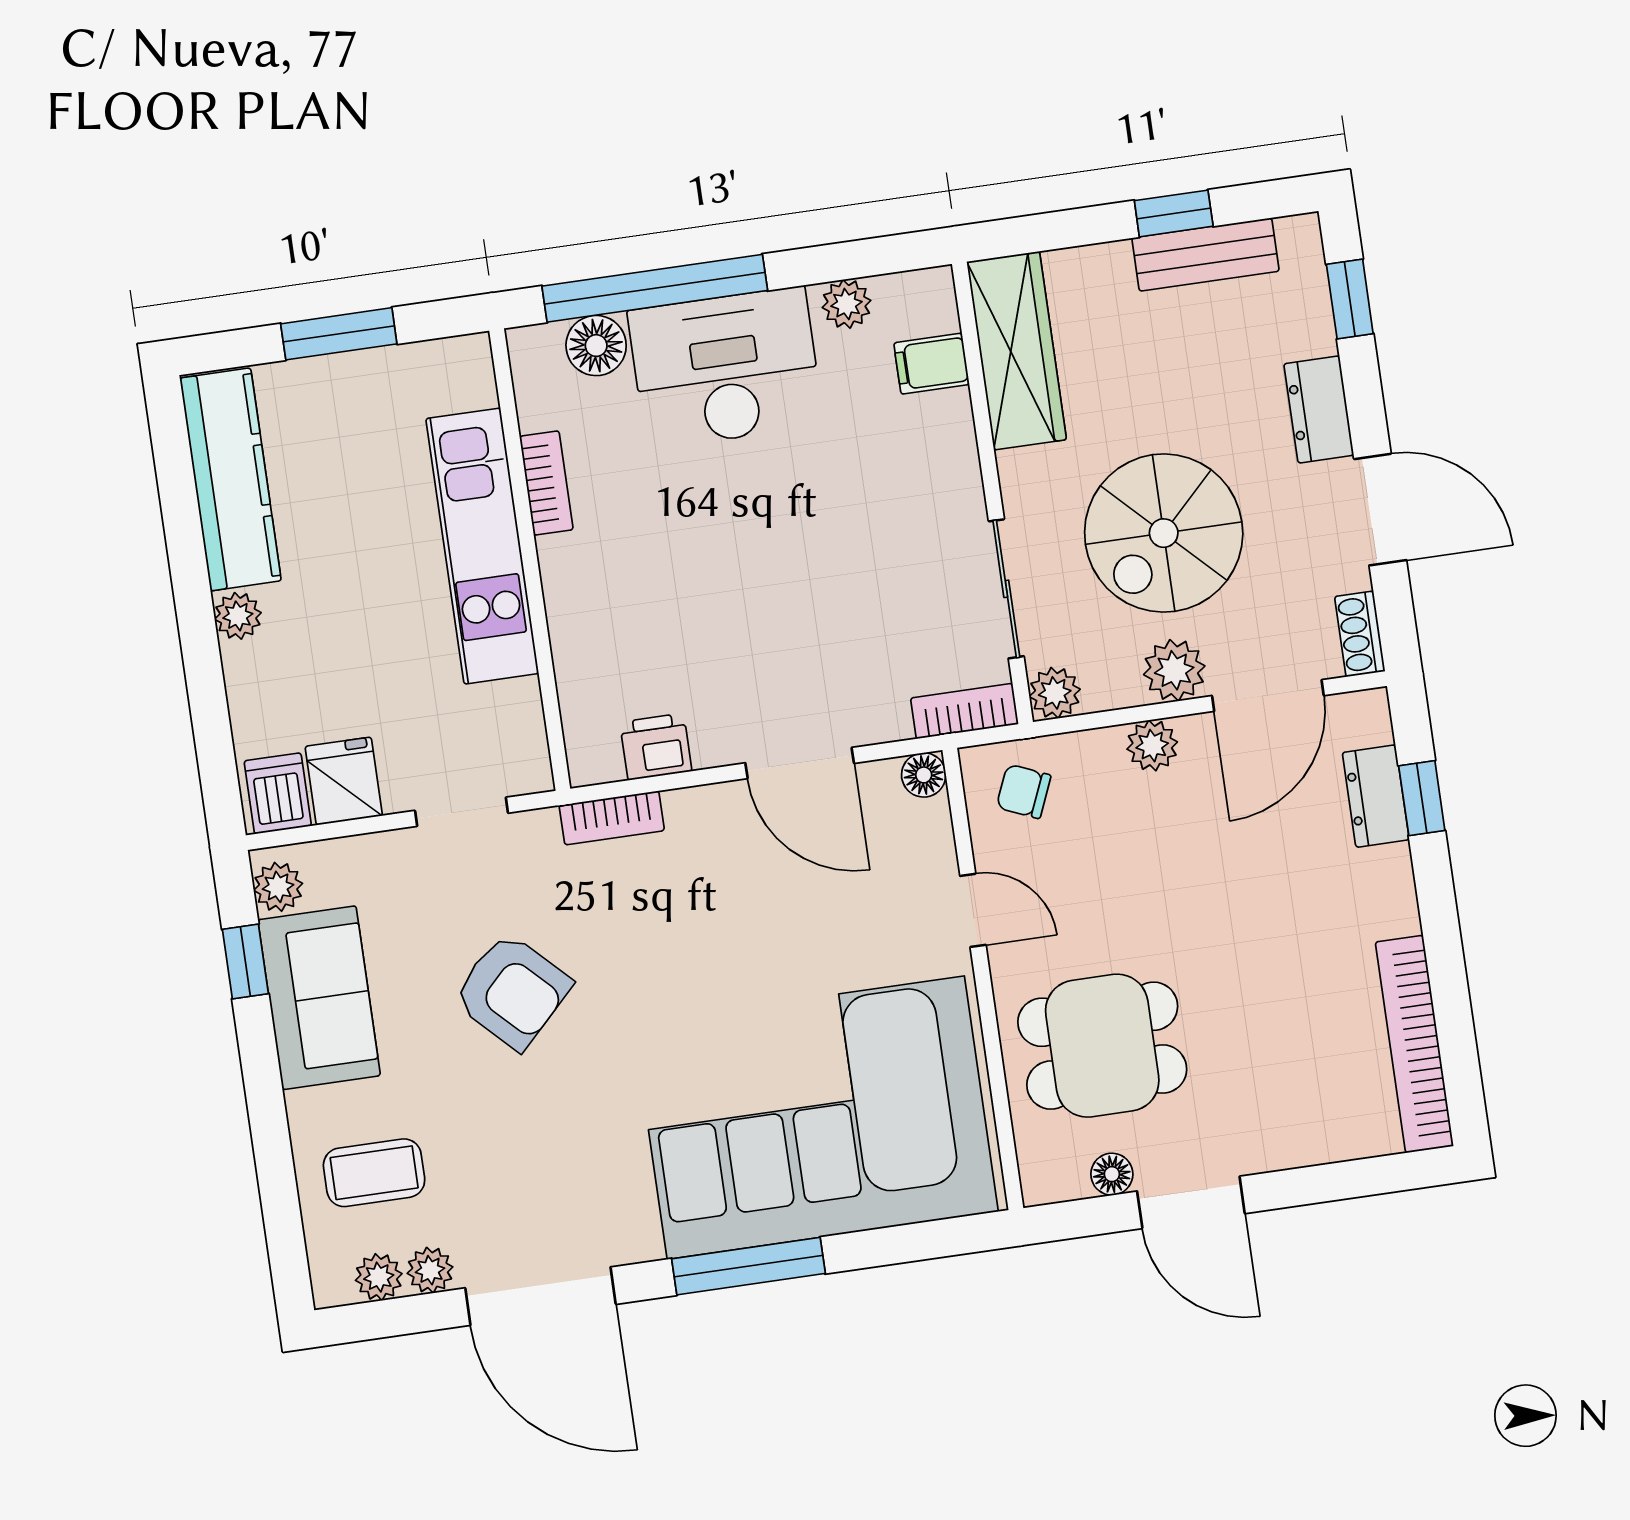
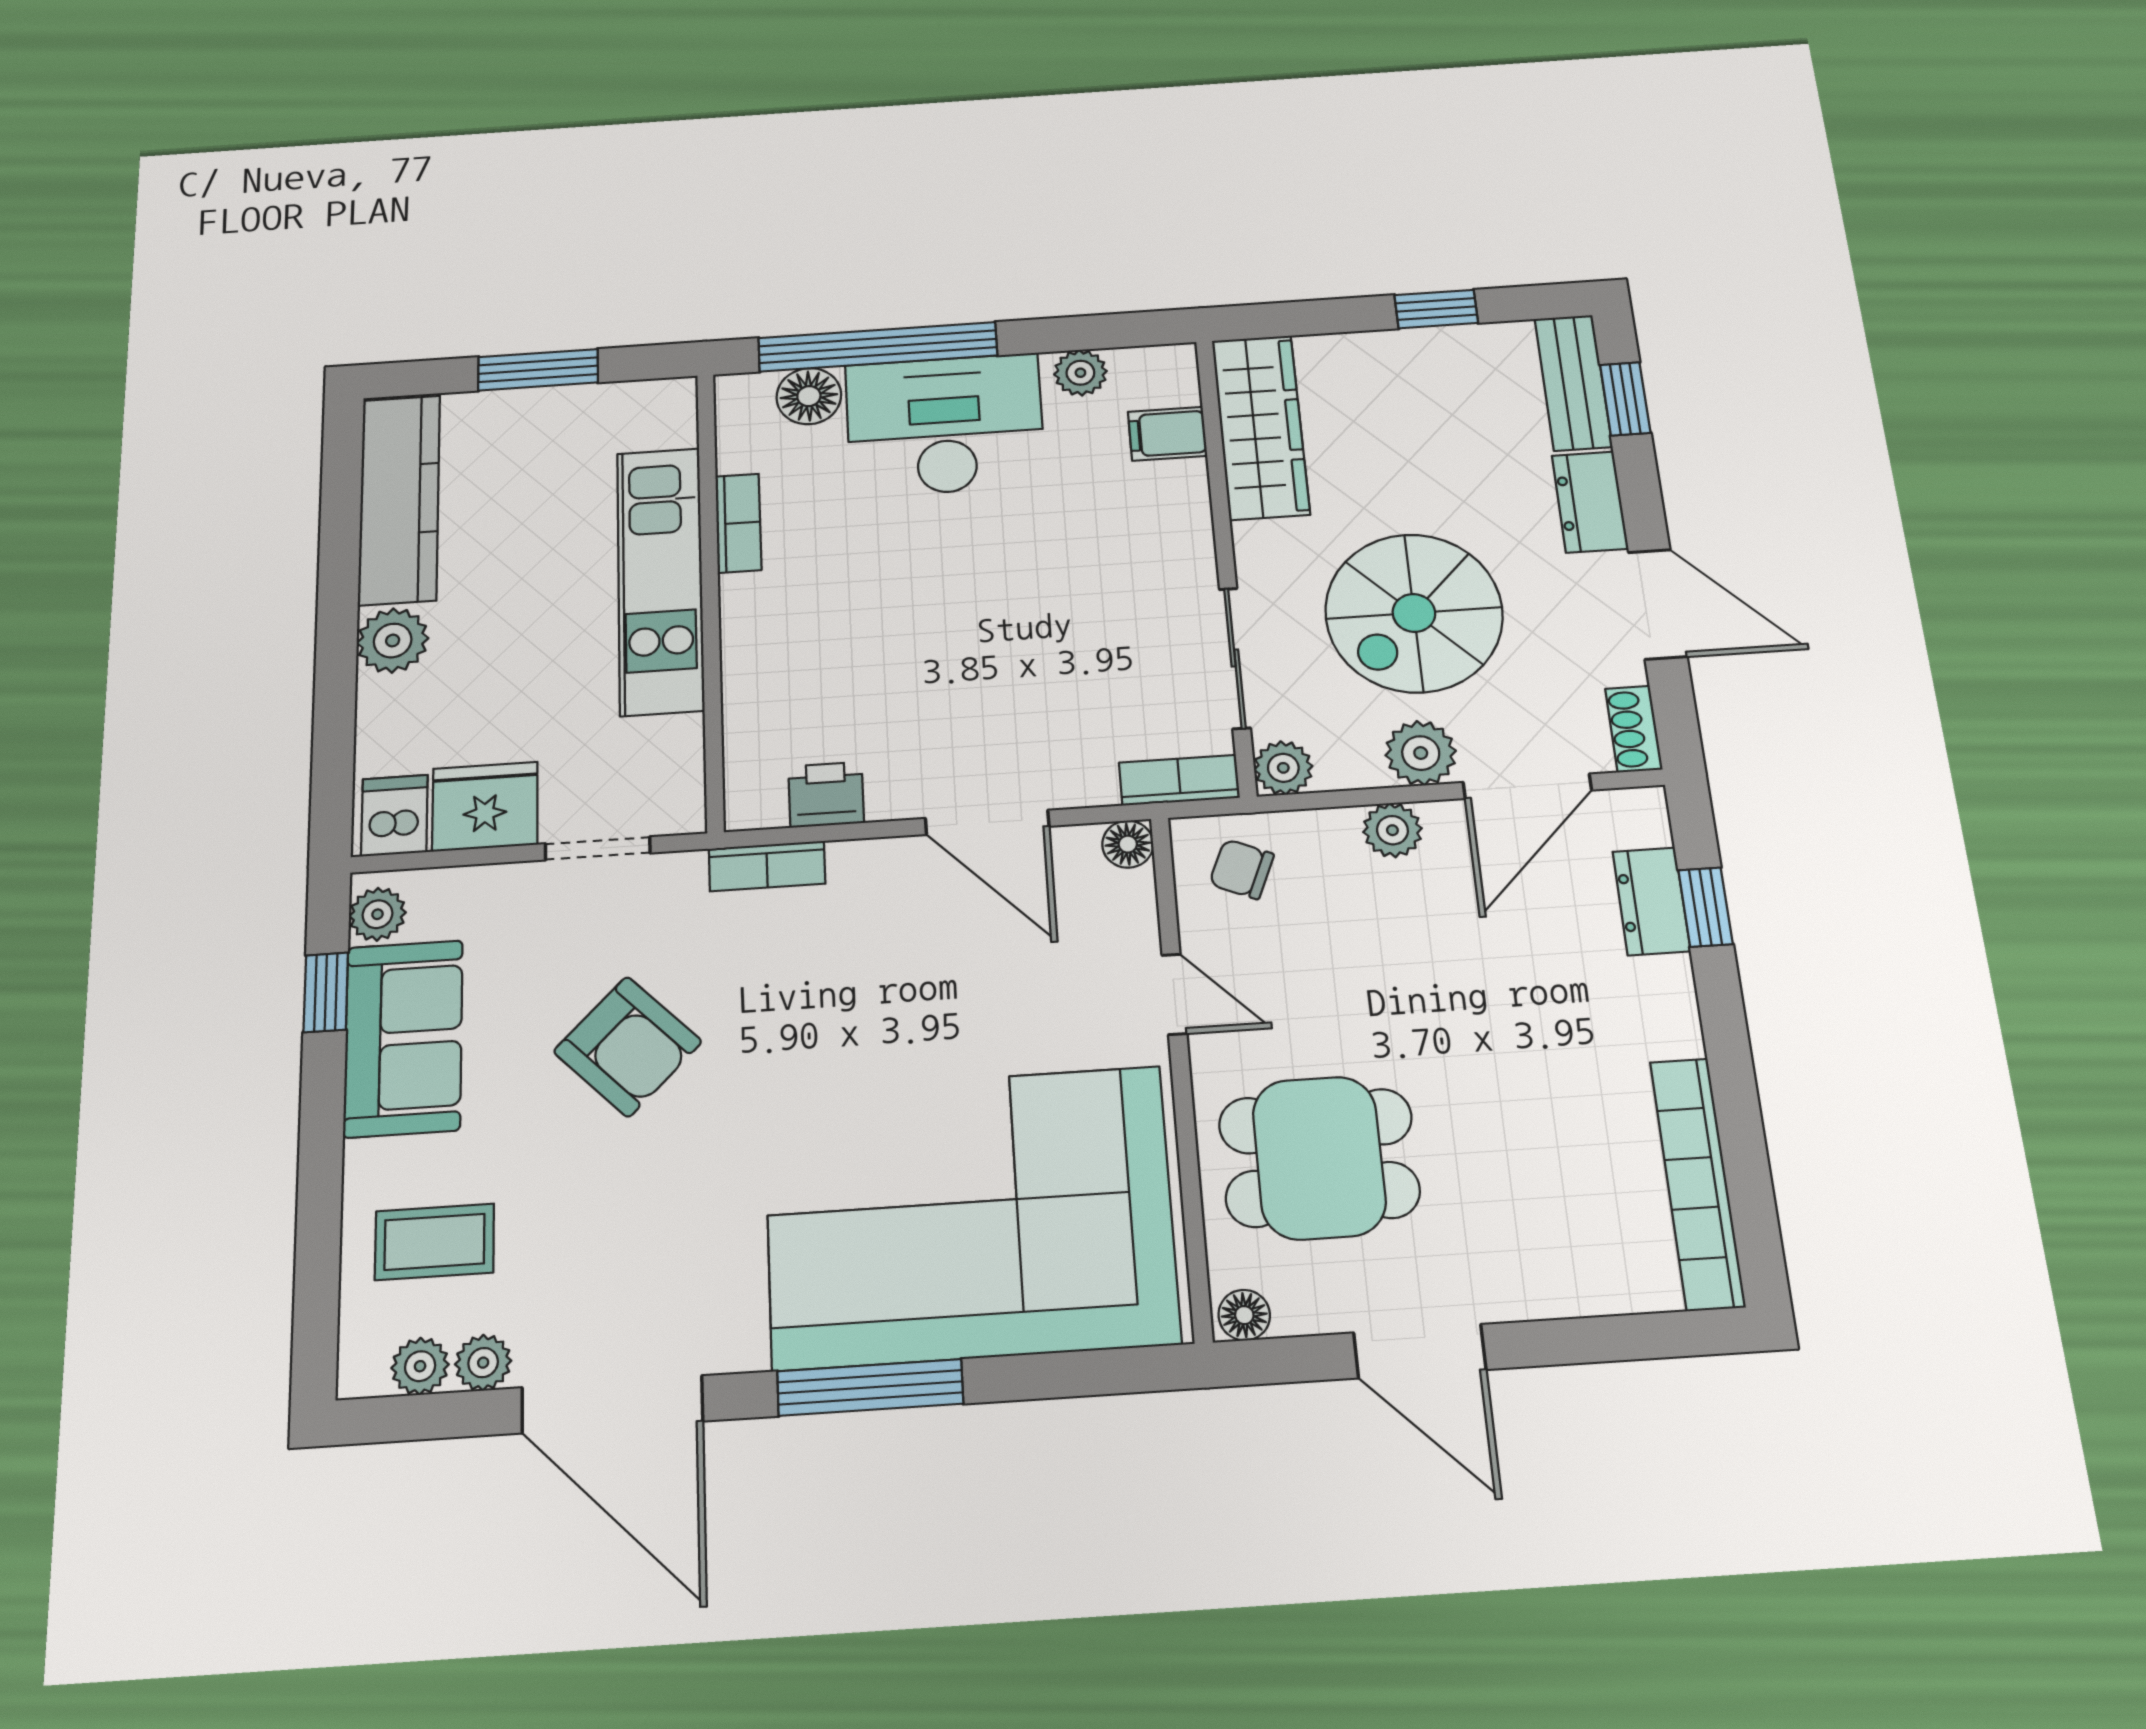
bench: (1205, 255) -> (1573, 383), moved, turned 90
plant: (238, 616) -> (393, 641), width x1.38, depth x1.38
fridge: (344, 781) -> (485, 807), width x1.38
floor lamp: (1112, 1174) -> (1244, 1315), moved

